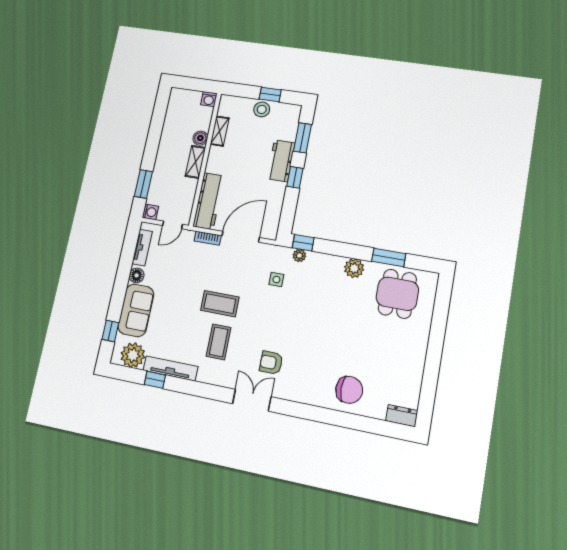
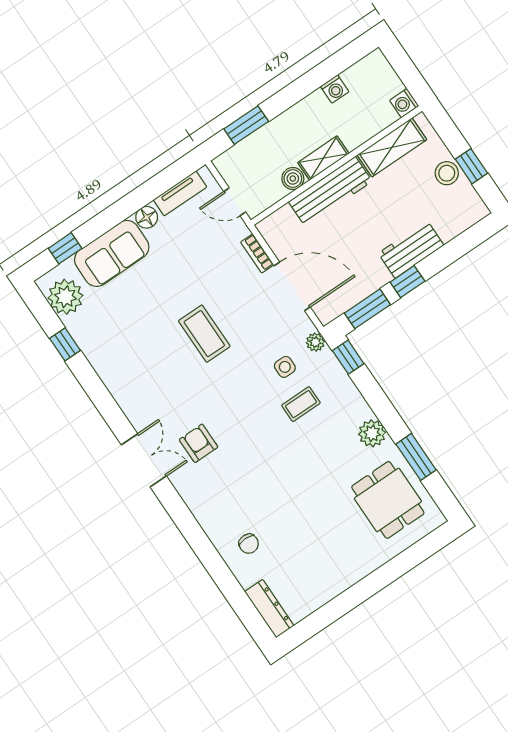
shelving: (220, 131) -> (392, 147), width x1.50, depth x1.33
boiler: (200, 138) -> (293, 179), moved
window: (303, 138) -> (367, 309), moved
workbench: (209, 201) -> (330, 192), moved
washing machine: (150, 212) -> (335, 89), moved
plant: (299, 256) -> (315, 342), moved
dining table: (397, 294) -> (388, 500), turned 90
coffee table: (219, 342) -> (301, 404), moved, width x0.73, depth x0.77
tv unit: (170, 368) -> (92, 349), removed
chair: (349, 390) -> (249, 544), width x0.54, depth x0.54
dresser: (402, 416) -> (269, 609), width x1.44

